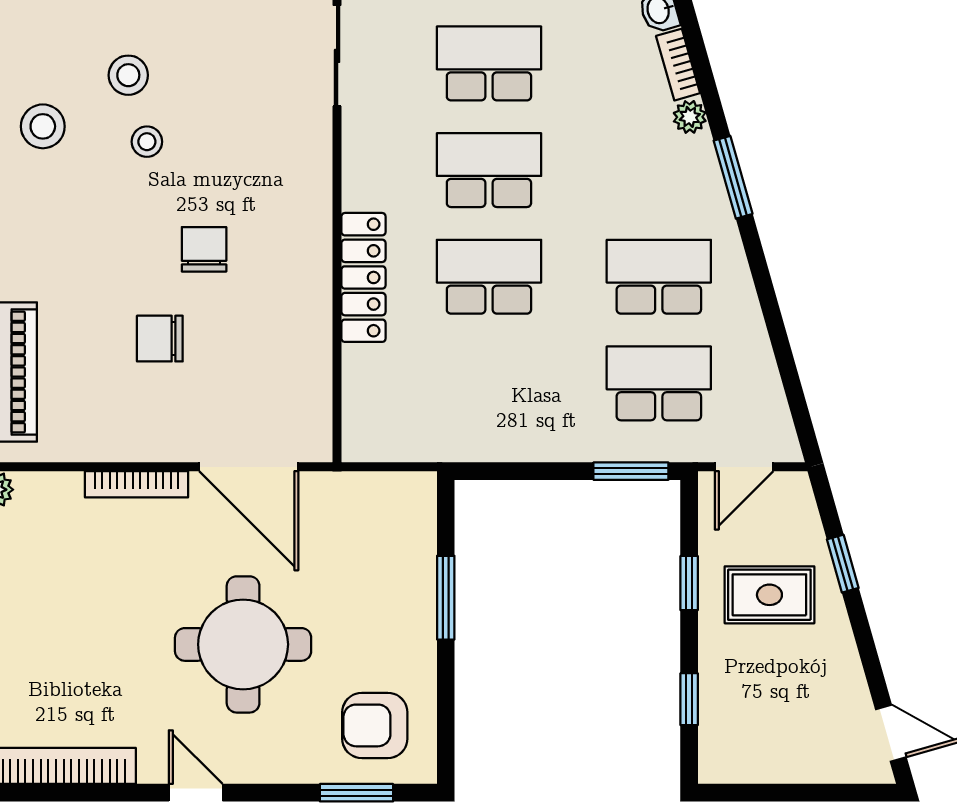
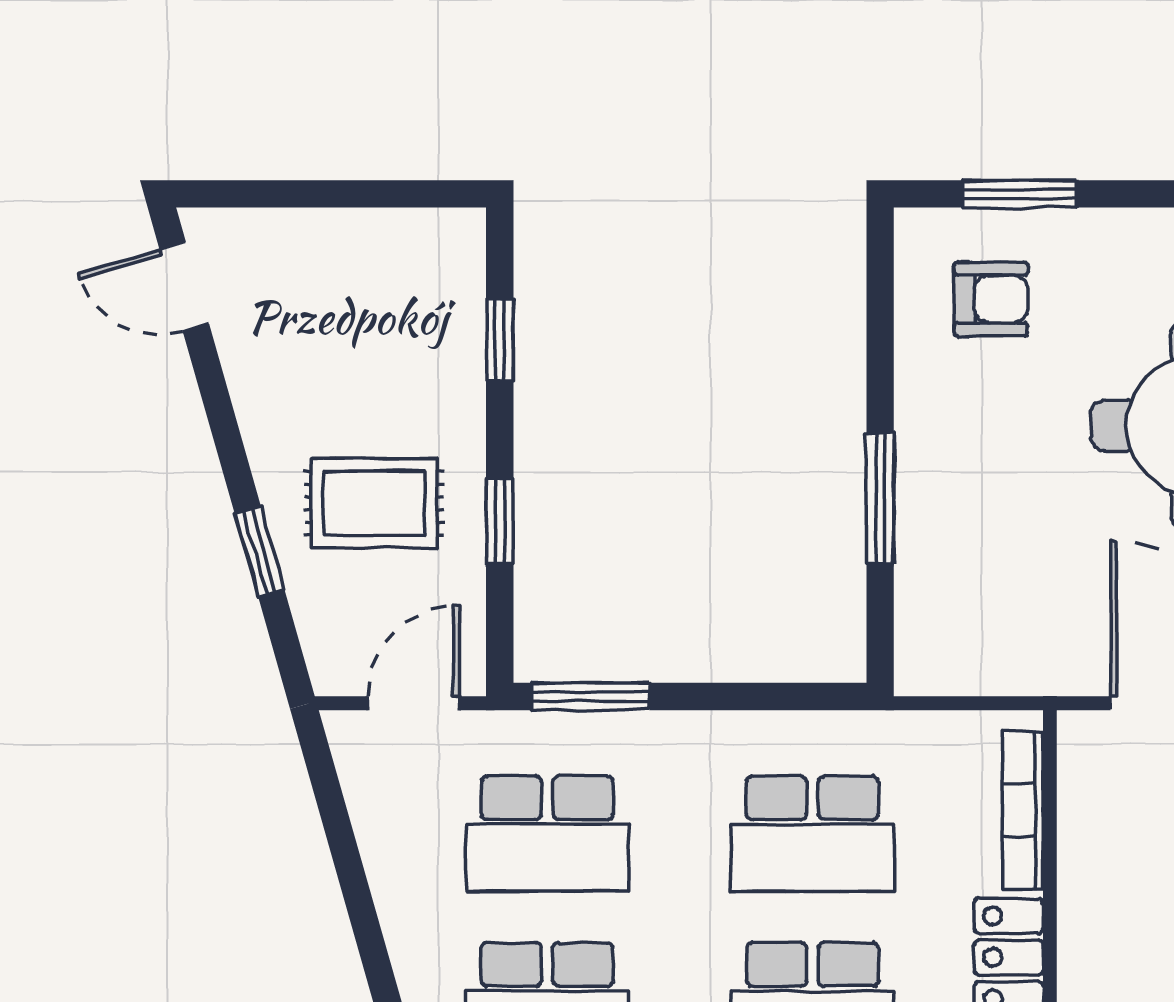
school desk: (489, 383) -> (812, 834), added
bookcase: (354, 398) -> (1023, 810), added
armchair: (375, 725) -> (991, 299), width x0.72, depth x0.72

